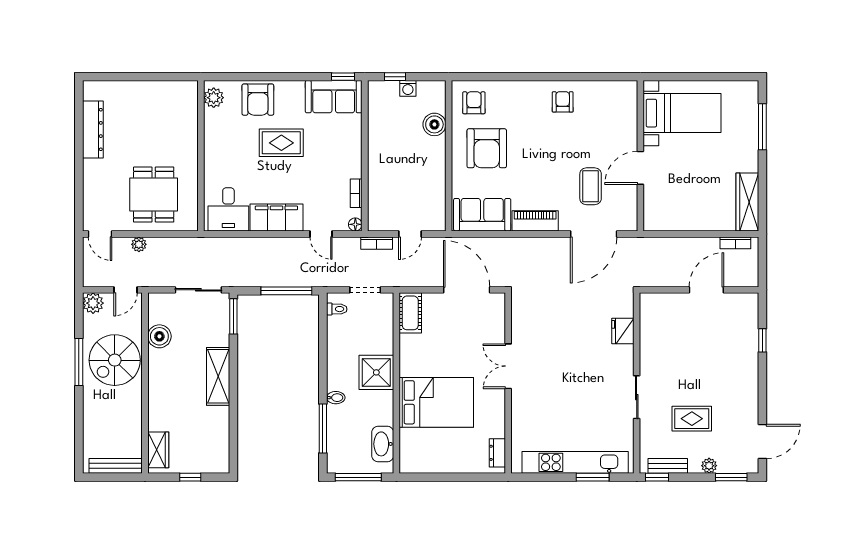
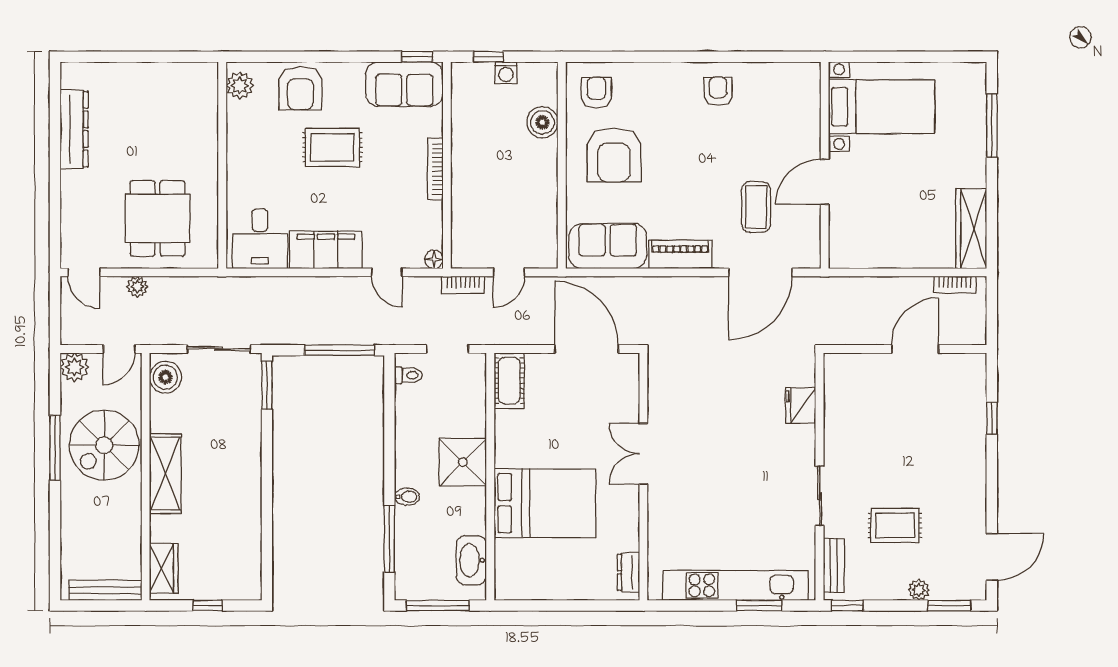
bookcase: (356, 193) -> (435, 169), moved, width x1.56
boiler: (159, 336) -> (165, 377), moved
shelving: (218, 376) -> (165, 474), moved
bench: (668, 466) -> (834, 565), moved, turned 90

